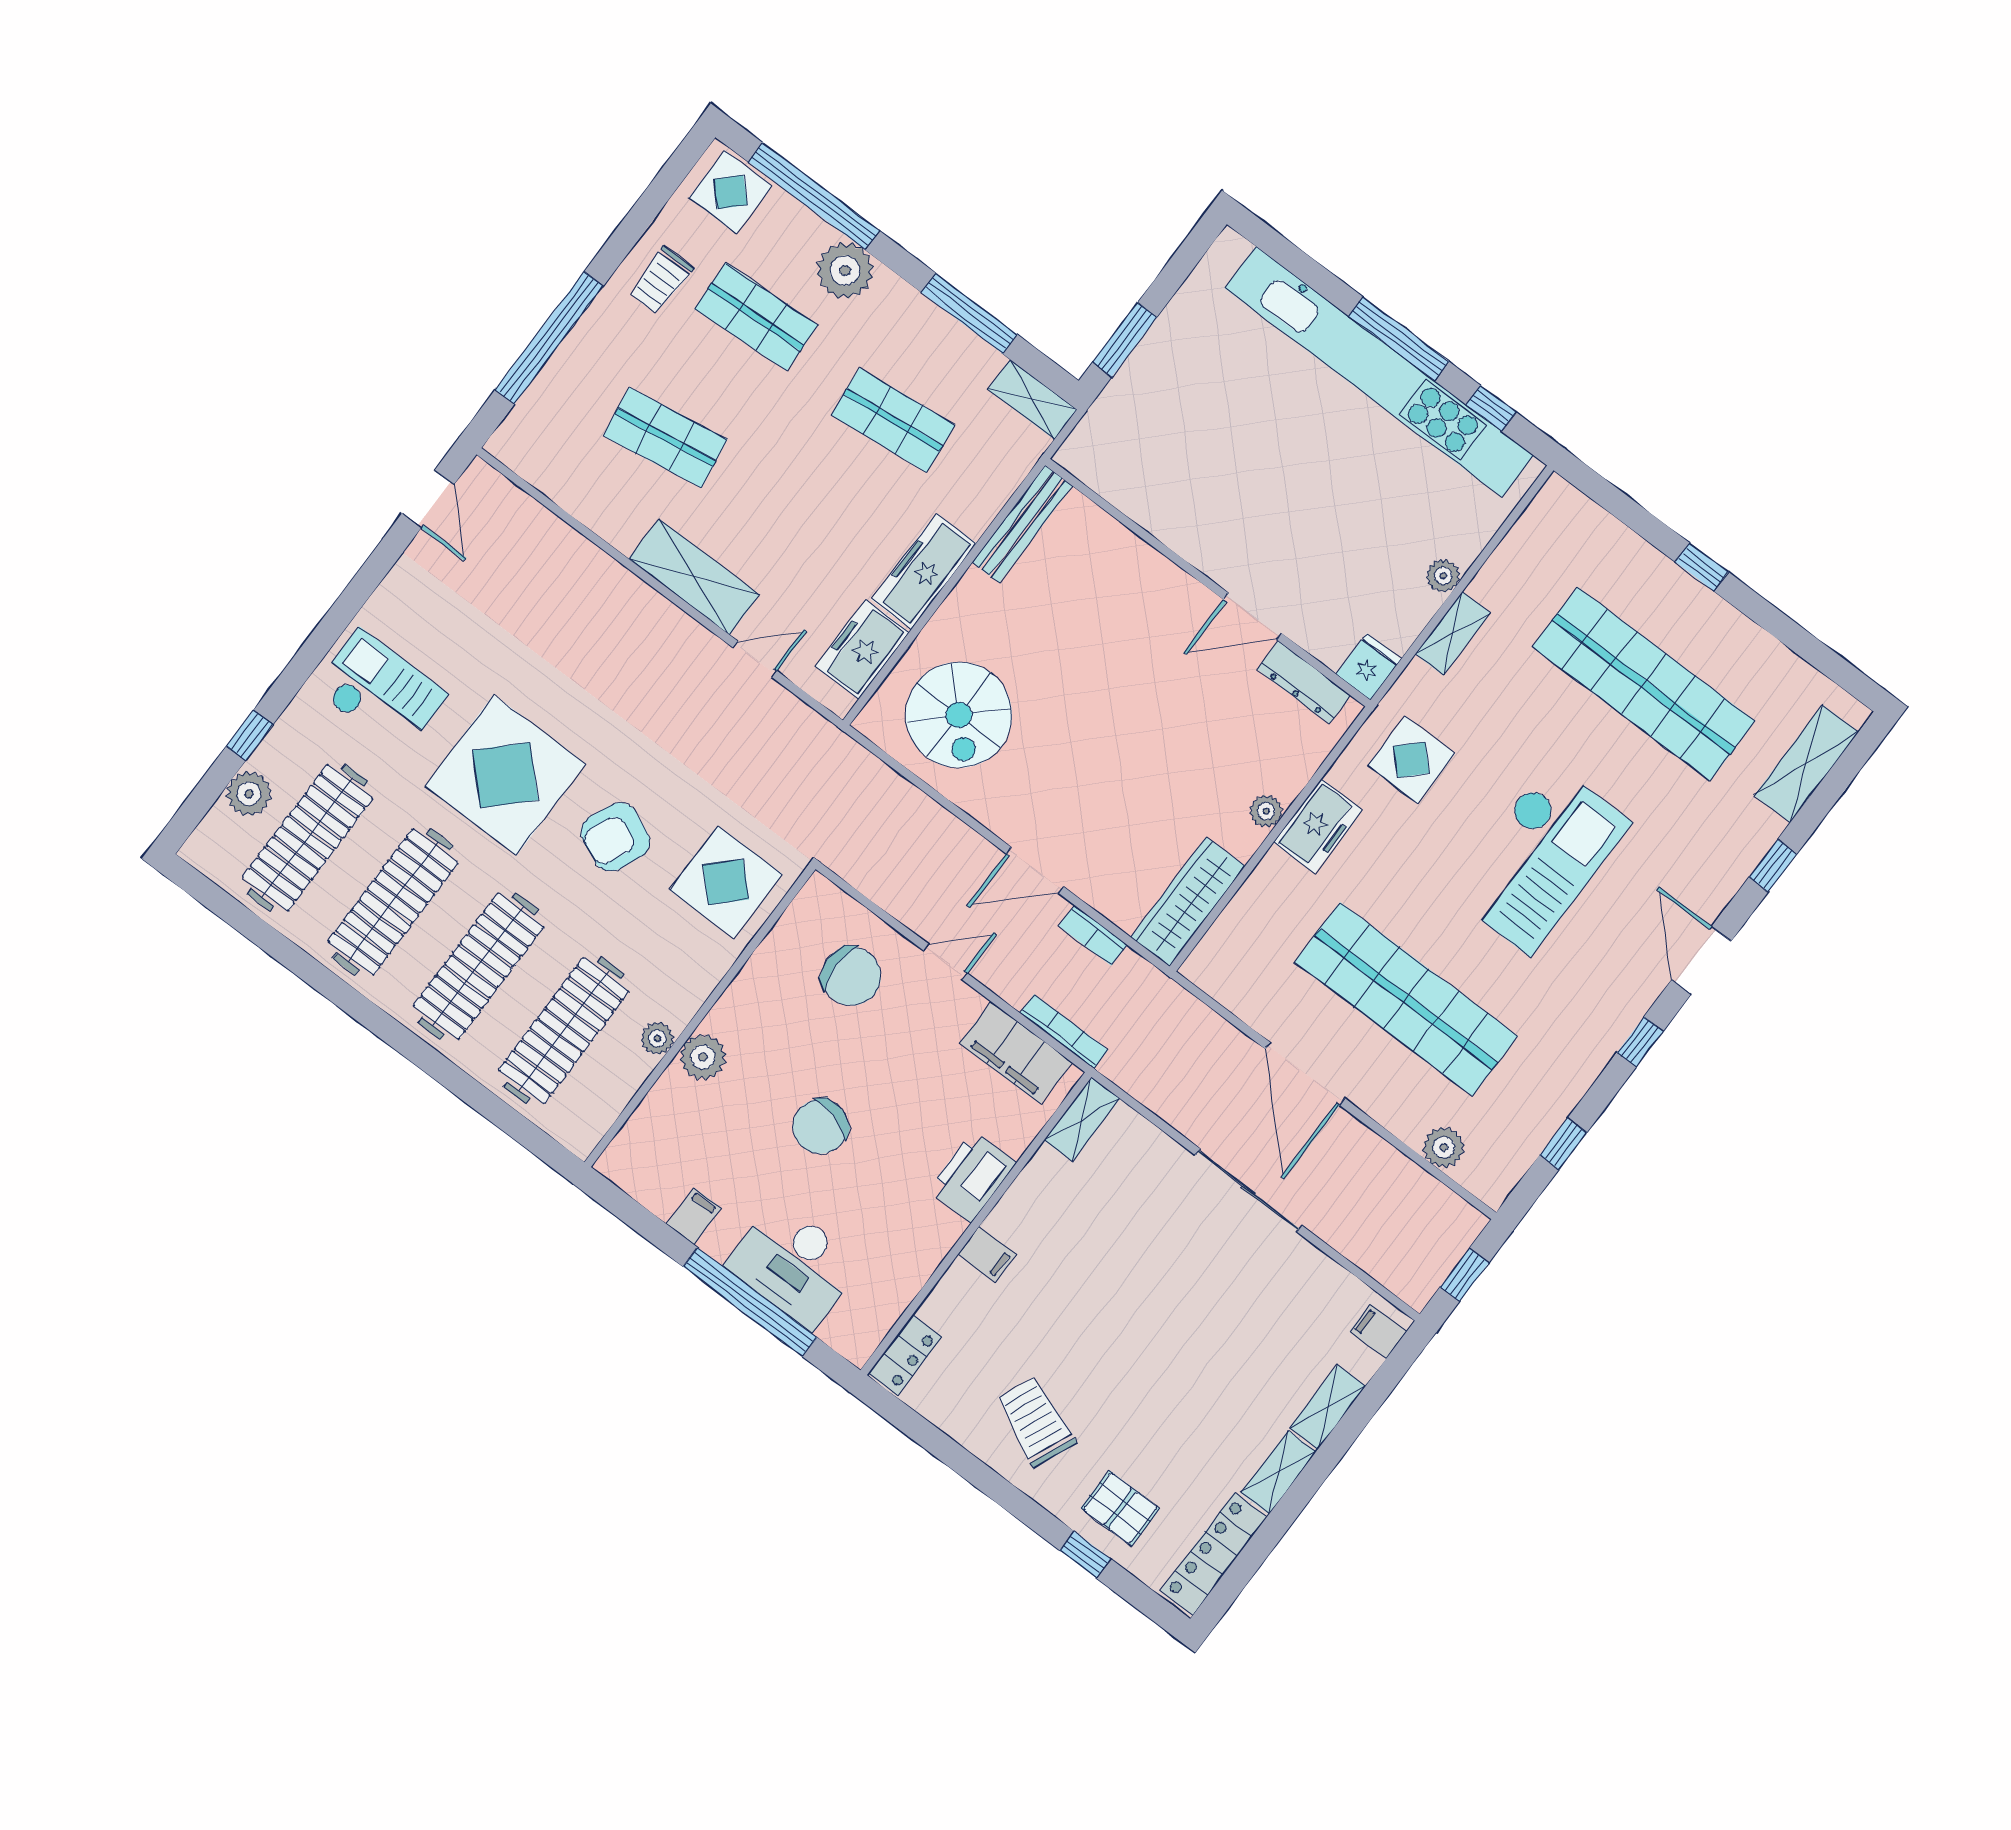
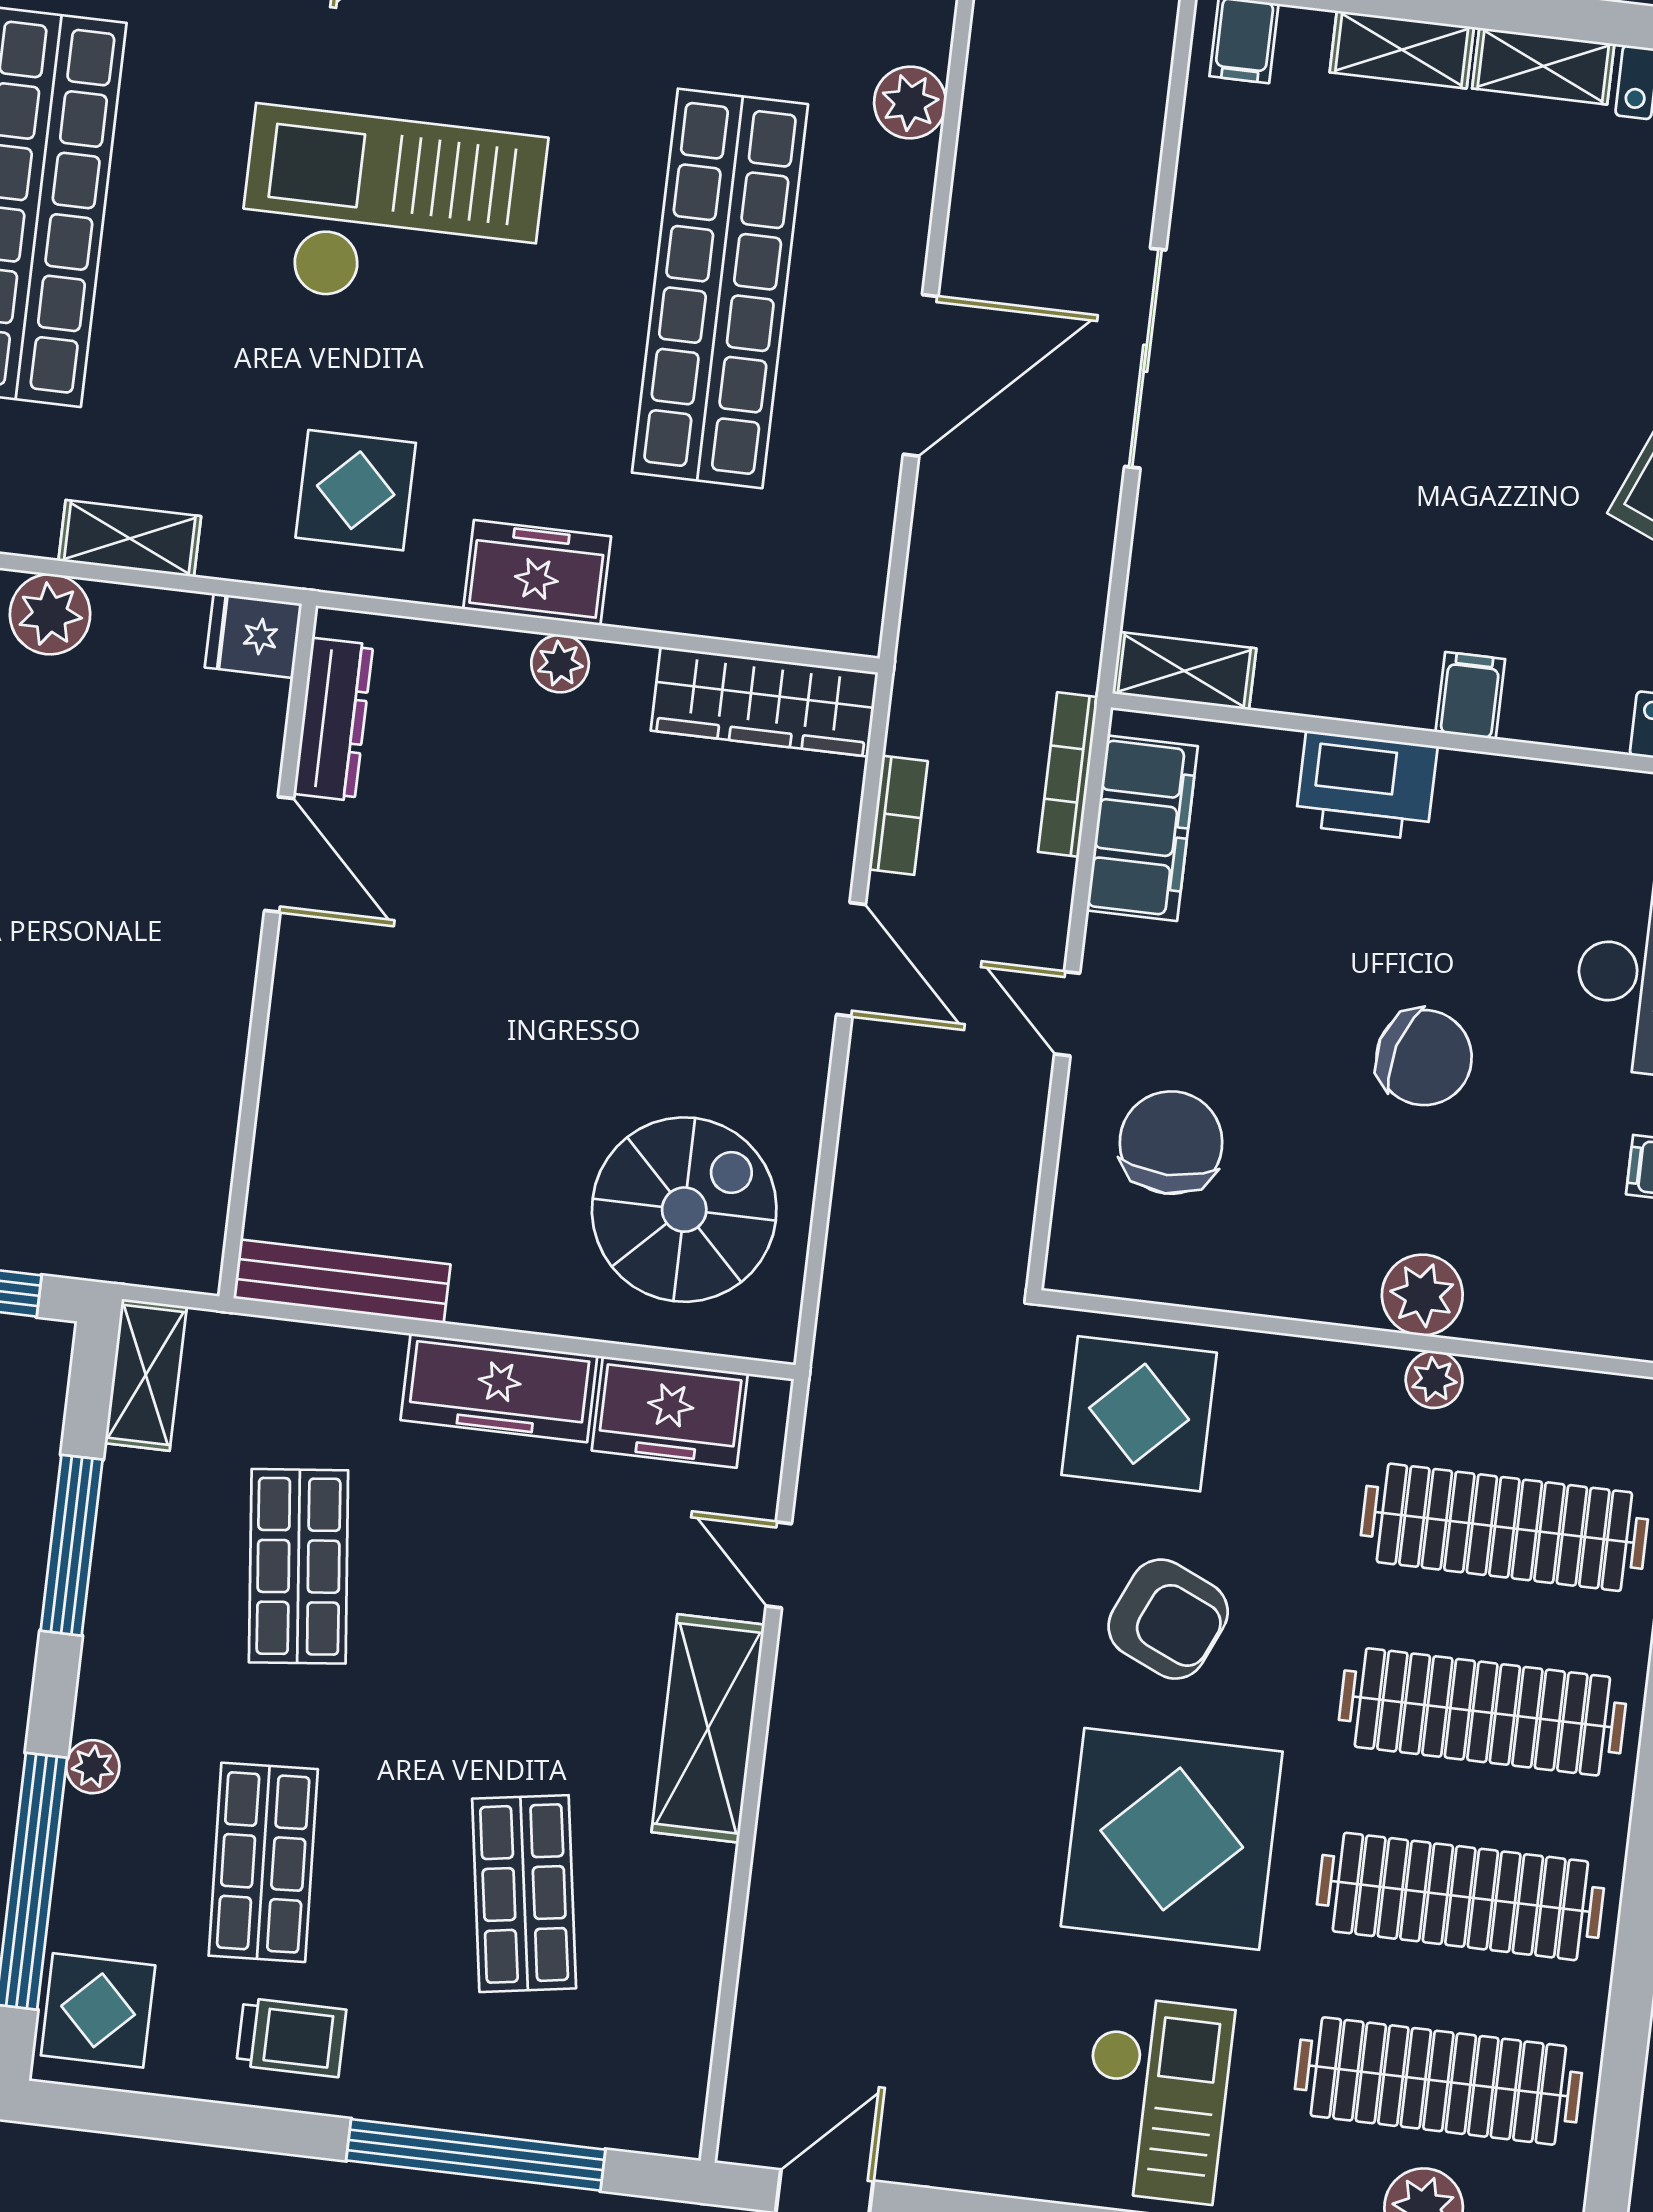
plant: (845, 270) -> (93, 1767), width x0.53, depth x0.53
plant: (1443, 576) -> (50, 614), width x1.38, depth x1.38
checkout: (380, 692) -> (1156, 2099), turned 180

